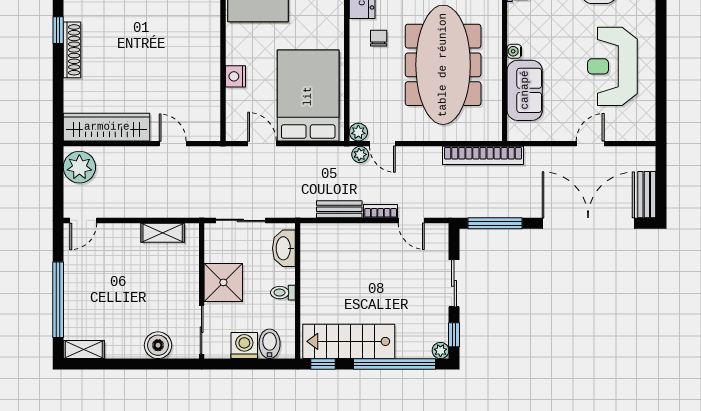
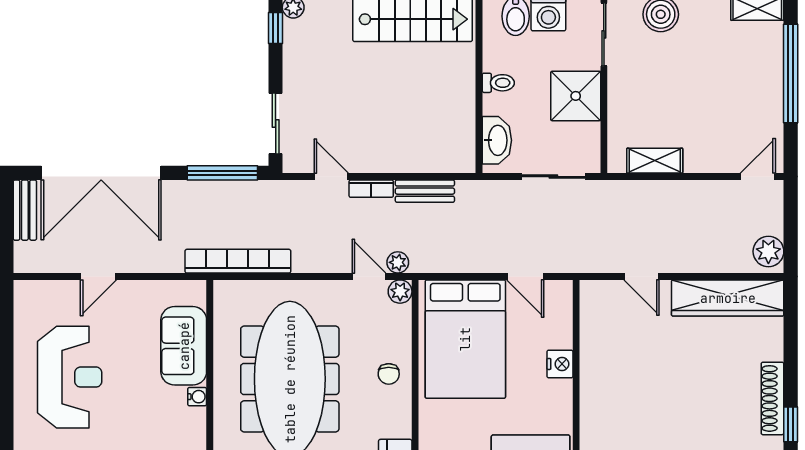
chair: (379, 38) -> (389, 374), moved
plant: (79, 167) -> (768, 251), width x0.73, depth x0.73
sliding door: (454, 283) -> (276, 124), moved

